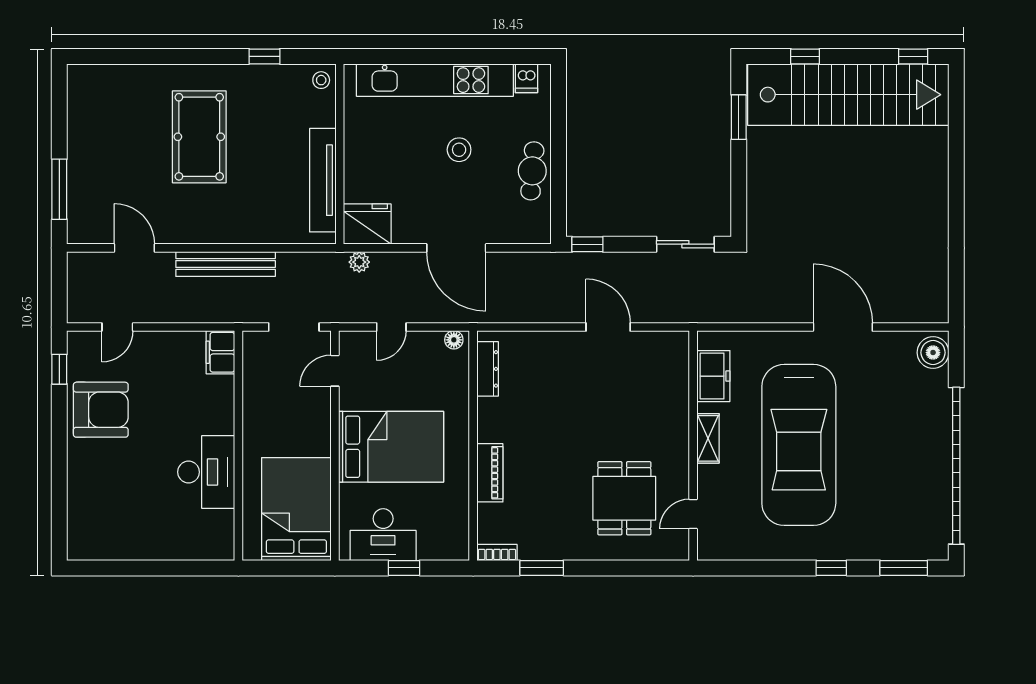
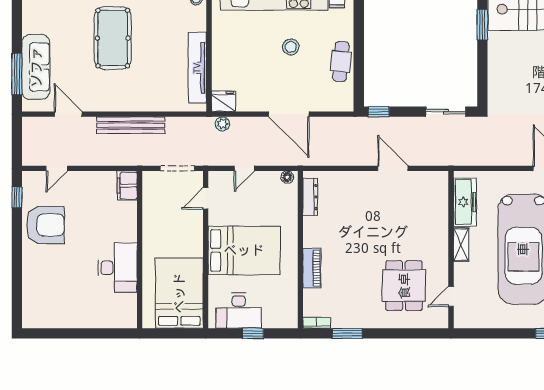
sofa: (87, 179) -> (36, 67), added
fridge: (367, 224) -> (223, 101), width x0.73, depth x0.75
freezer: (713, 376) -> (465, 202), width x1.40

